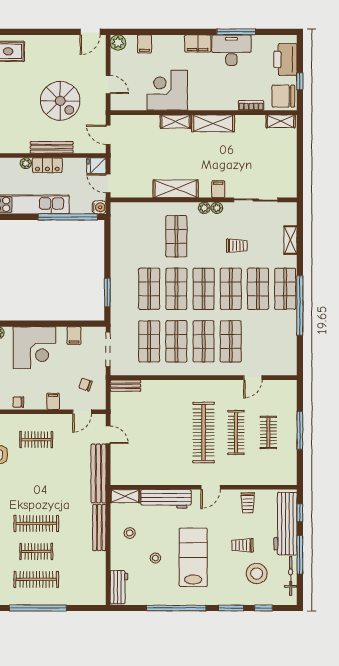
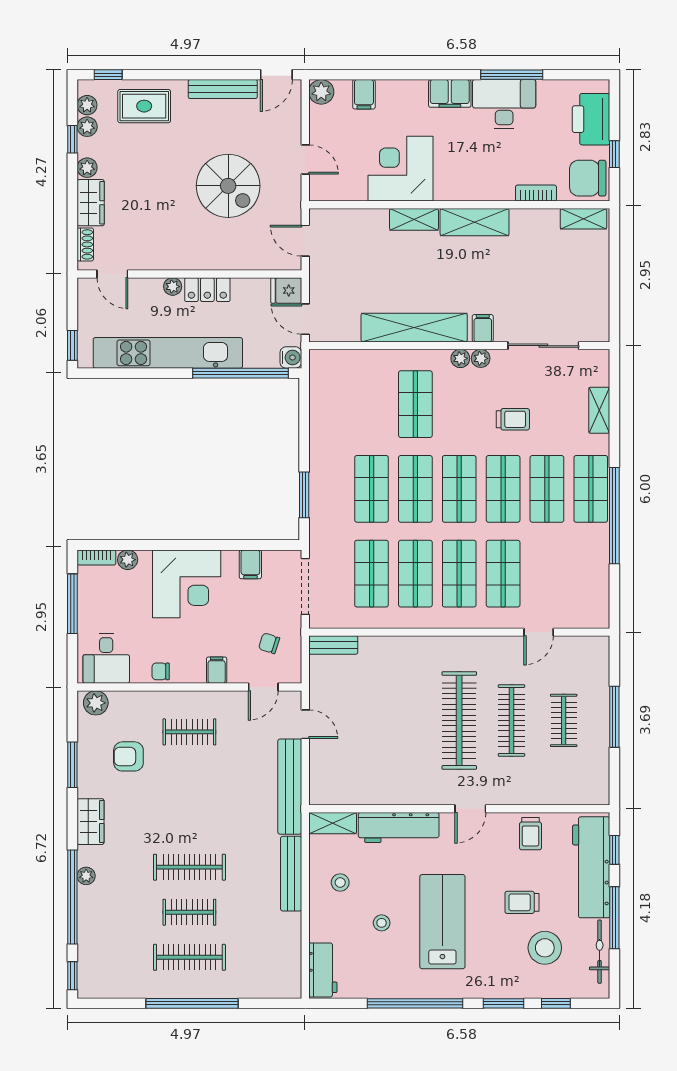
bench: (52, 147) -> (223, 89), moved
shelving: (176, 189) -> (414, 328), width x1.47

